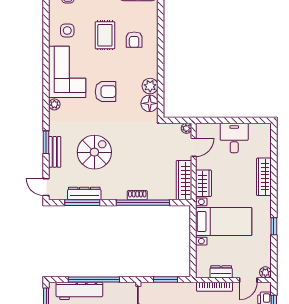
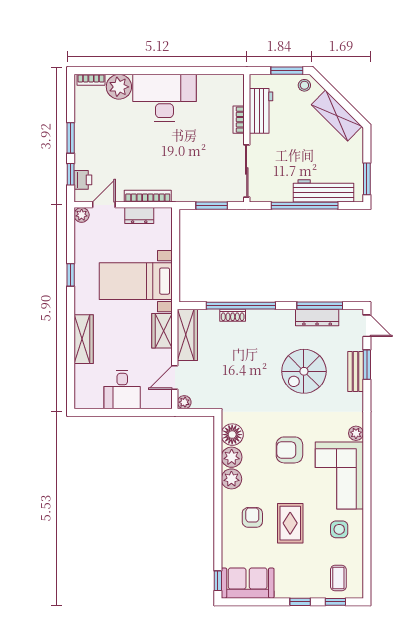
plant: (150, 69) -> (231, 479), added
window: (46, 142) -> (367, 365), moved
shoe rack: (137, 195) -> (233, 315), moved

